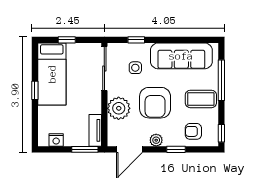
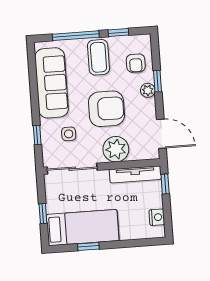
window: (35, 90) -> (88, 246), moved
tv unit: (95, 130) -> (135, 174), width x1.41
window: (221, 133) -> (118, 33), moved
plant: (156, 140) -> (148, 90), moved
window: (85, 149) -> (165, 184), width x0.67

